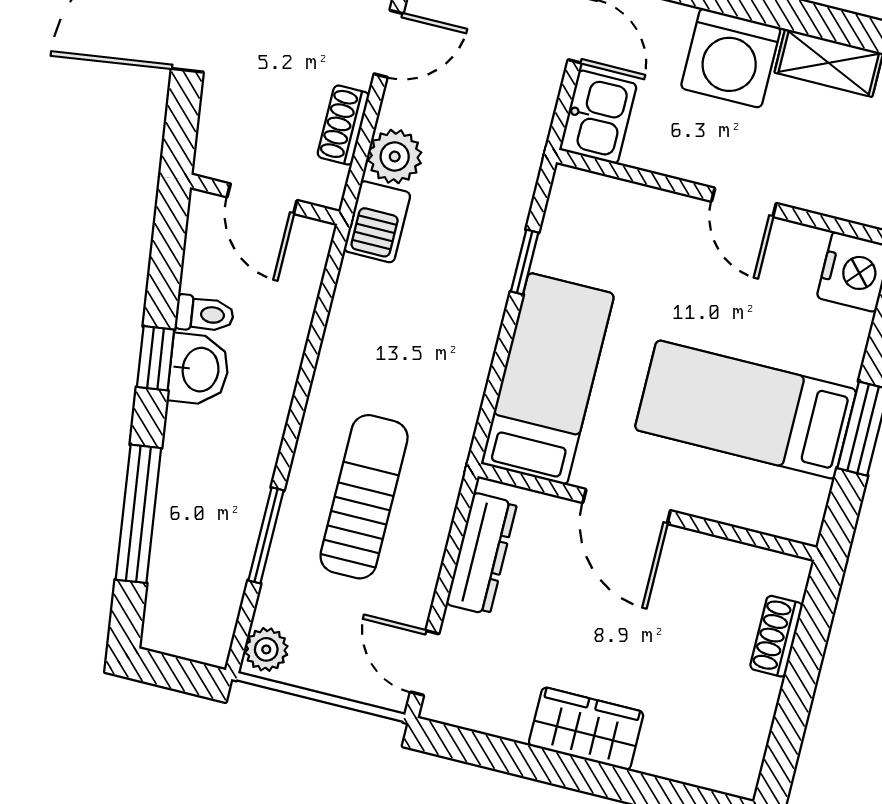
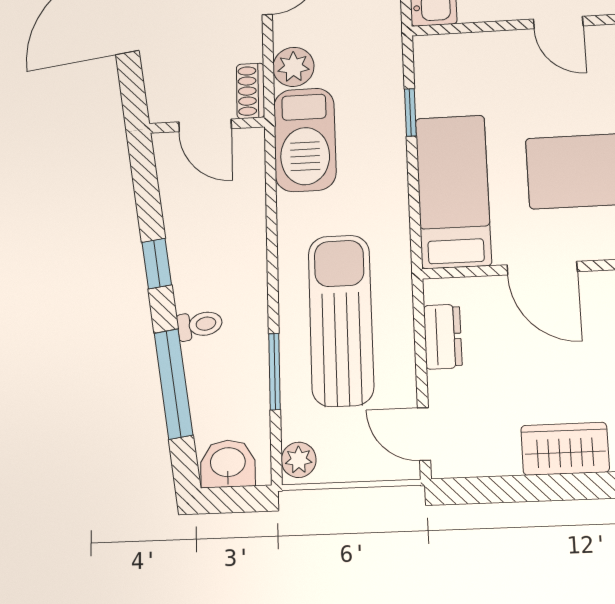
shoe rack: (343, 125) -> (251, 91), moved
barbecue: (377, 222) -> (305, 140), width x1.88, depth x1.53
toilet: (205, 314) -> (200, 325), moved
washbasin: (199, 369) -> (228, 464), moved, turned -82
sun lounger: (364, 497) -> (341, 320), width x1.36, depth x1.34
dresser: (482, 554) -> (443, 337), width x0.70

